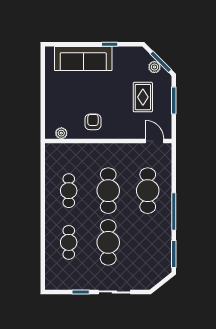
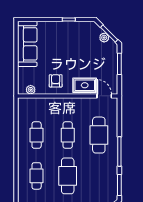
sofa: (83, 59) -> (27, 44), moved, turned -90
rug: (143, 97) -> (85, 85), moved, turned 90
cafe table: (108, 191) -> (68, 135), width x0.73, depth x0.74

